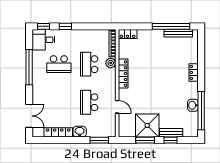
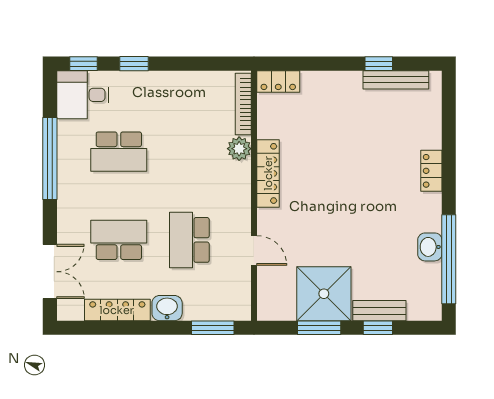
window: (171, 26) -> (379, 64), width x0.32
school desk: (89, 64) -> (119, 240), moved, turned 90

